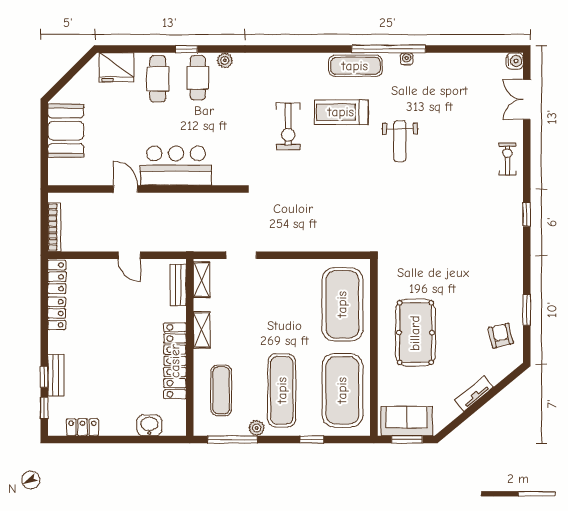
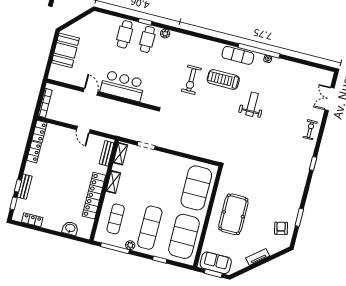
water cooler: (515, 61) -> (328, 76), removed
fridge: (117, 67) -> (103, 22), removed
weight bench: (400, 141) -> (252, 104), turned 180

